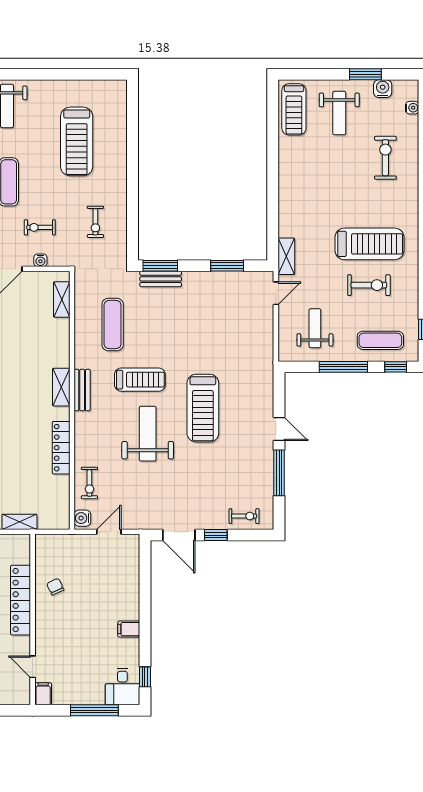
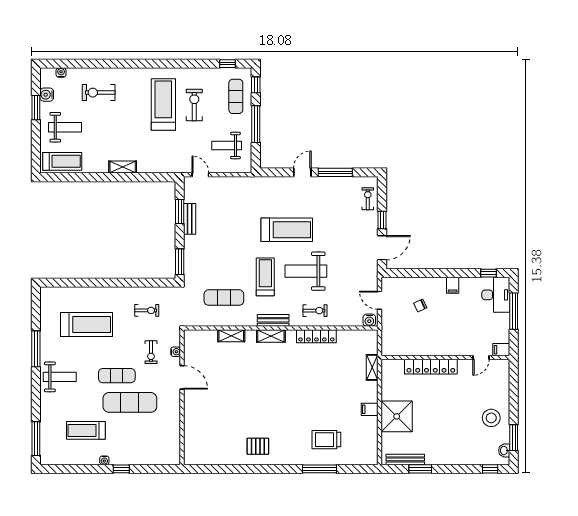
window: (44, 74) -> (36, 349), added
shelving: (286, 256) -> (123, 167), moved
bench: (161, 279) -> (190, 219), moved
shelving: (62, 300) -> (231, 336), moved
exercise bike: (89, 483) -> (315, 311), moved
chair: (55, 587) -> (420, 305), moved
desk: (122, 687) -> (496, 295), width x1.37

